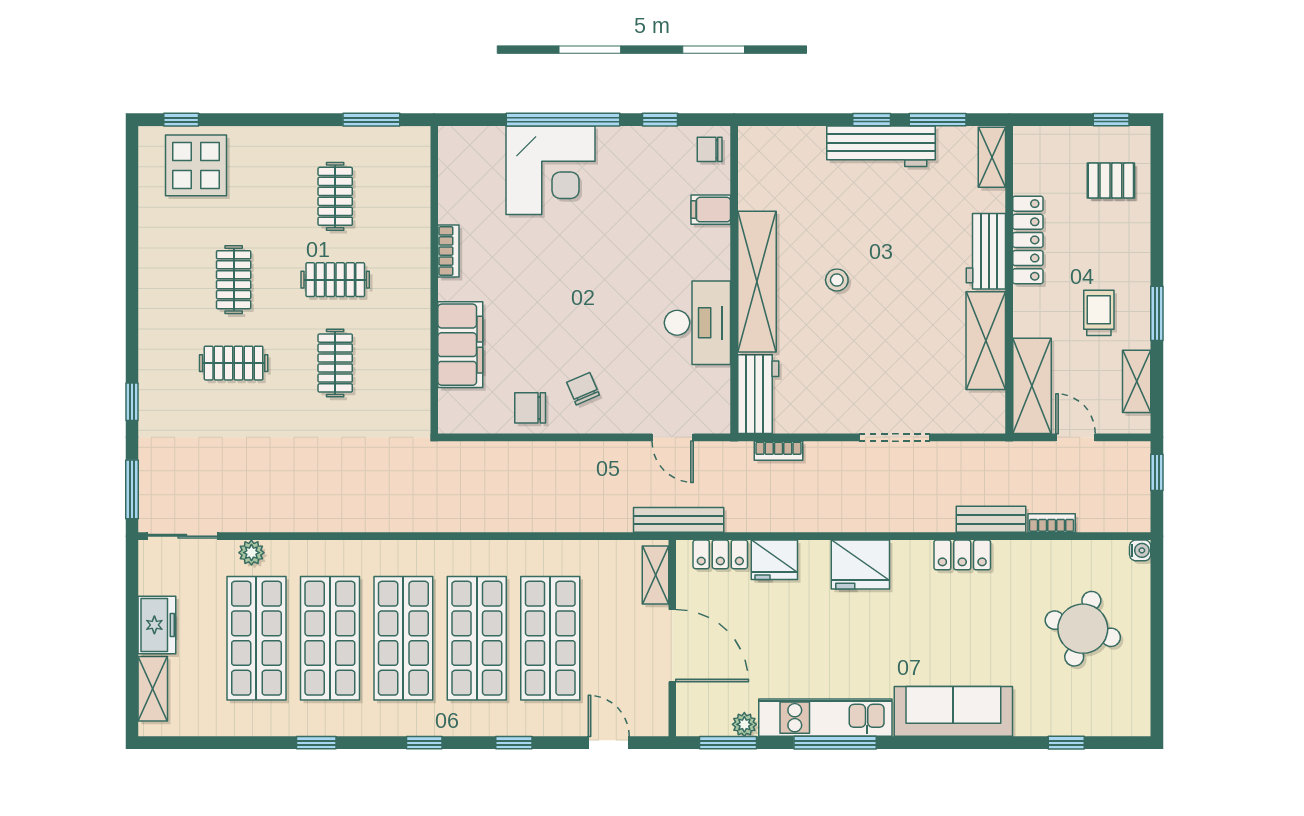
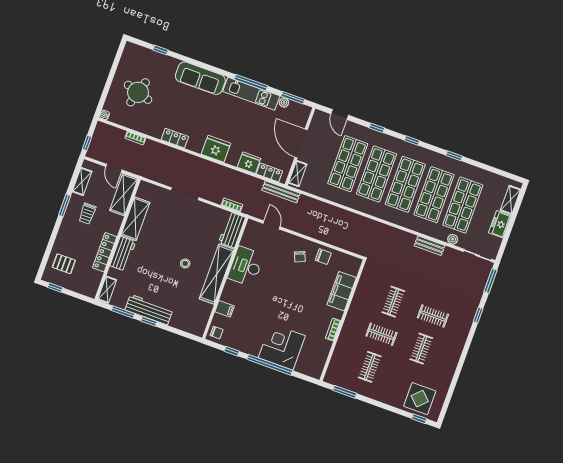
bench: (991, 519) -> (430, 246), moved

